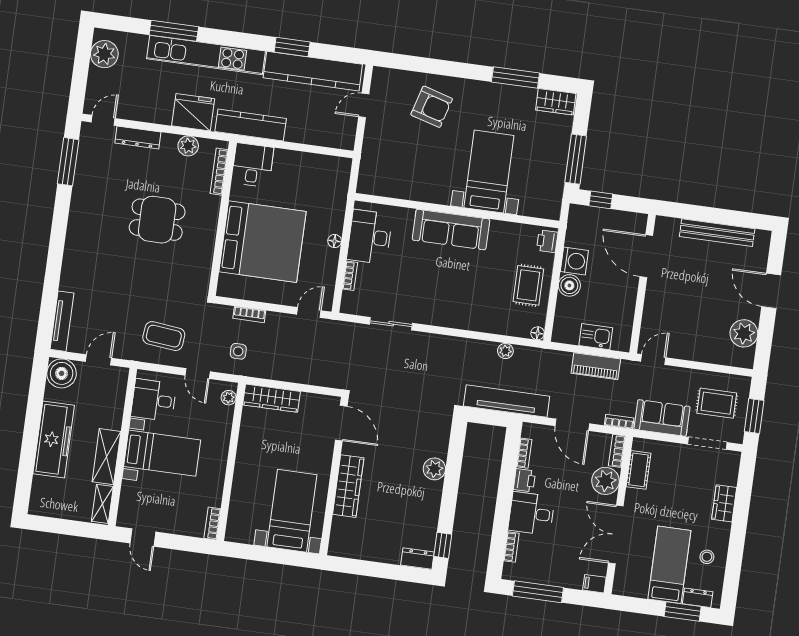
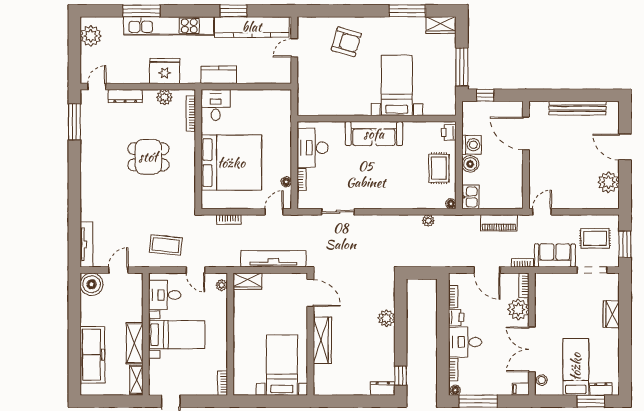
kitchen counter: (251, 125) -> (219, 75), width x0.67
floor lamp: (335, 241) -> (286, 182), moved
kitchen sink: (596, 337) -> (470, 197), moved, turned 90
side table: (238, 351) -> (224, 249), removed
wardrobe: (271, 398) -> (247, 281), width x0.67
tv unit: (507, 401) -> (273, 259), moved
freezer: (54, 440) -> (92, 355), moved
cot: (639, 470) -> (542, 298), removed
stool: (707, 557) -> (542, 380), moved
floor lamp: (510, 574) -> (455, 390), added

